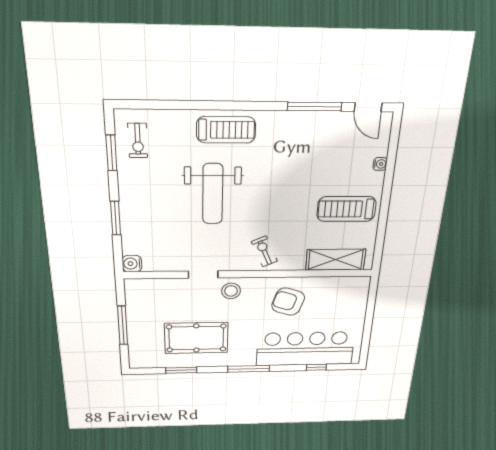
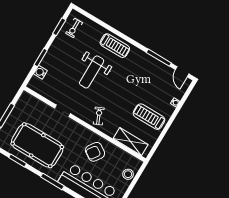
water cooler: (132, 264) -> (40, 72), moved
stool: (231, 291) -> (128, 174), moved
armchair: (288, 302) -> (95, 152), turned -74
pool table: (196, 338) -> (37, 145), width x1.36, depth x1.32

